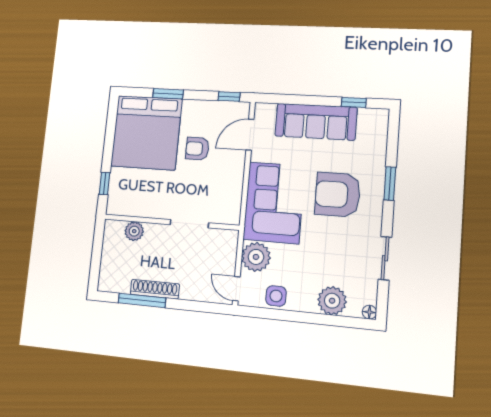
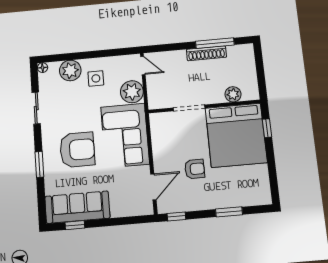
sofa: (316, 122) -> (77, 207), moved
bed: (146, 133) -> (236, 135), moved, turned 180
side table: (276, 296) -> (96, 78), moved

